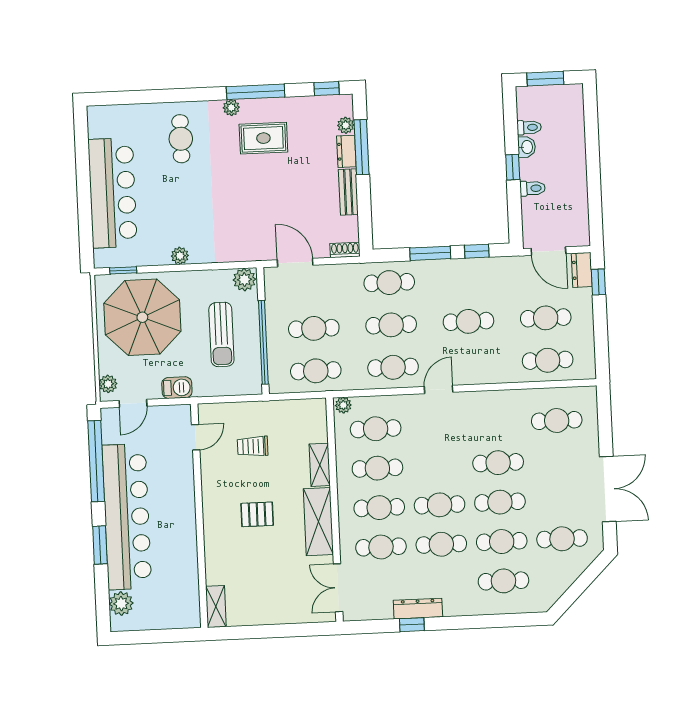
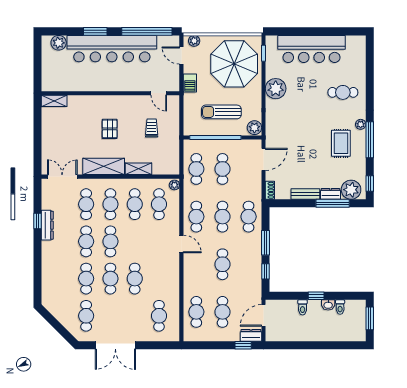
plant: (346, 125) -> (351, 190), width x1.88, depth x1.88
plant: (180, 256) -> (276, 89), width x1.87, depth x1.87
cafe table: (503, 581) -> (62, 279), removed

